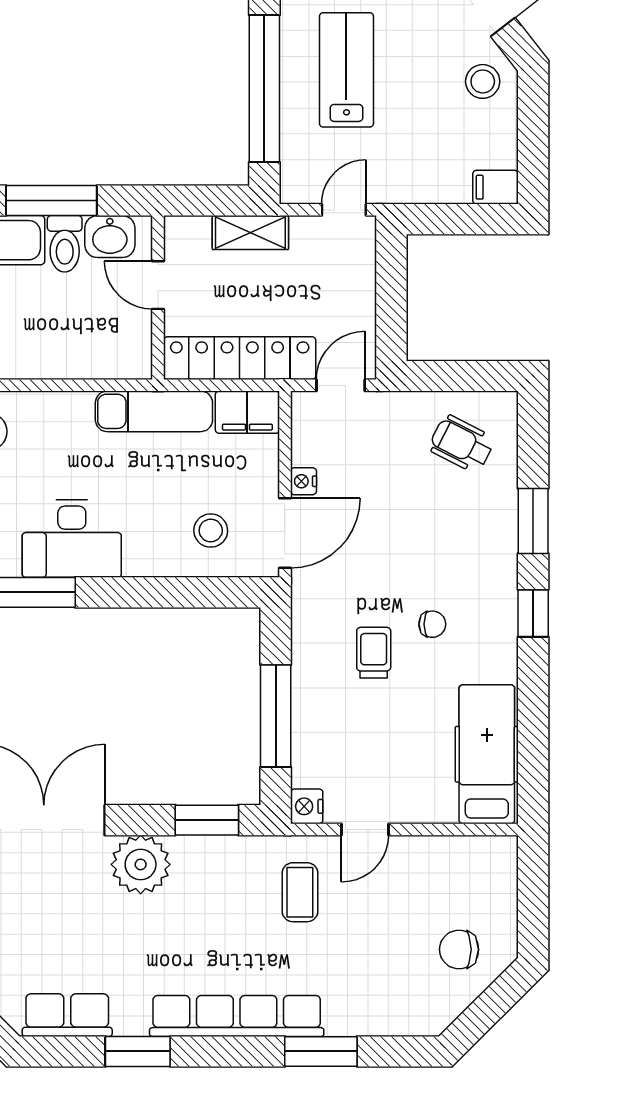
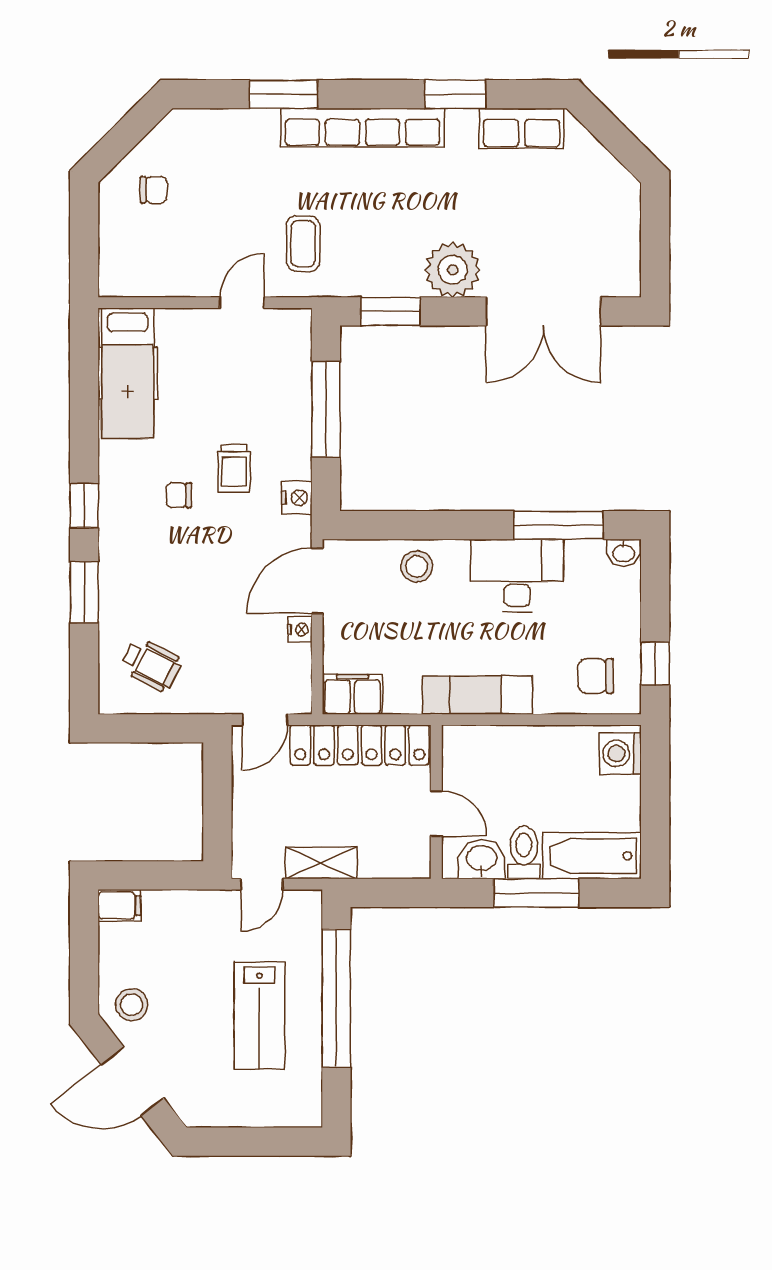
shelving: (250, 233) -> (321, 863), moved
exam couch: (154, 411) -> (477, 695), moved
stool: (211, 531) -> (417, 566), moved
nightstand: (307, 806) -> (297, 498), moved
chair: (459, 949) -> (154, 190), width x0.73, depth x0.73

